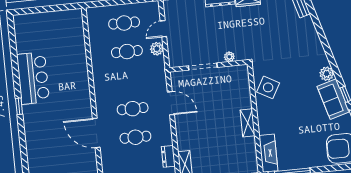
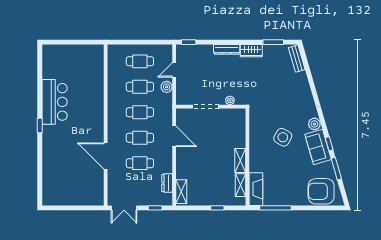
cafe table: (130, 80) -> (140, 112), added
side table: (268, 87) -> (283, 137), moved
shelving: (251, 150) -> (241, 185), added

